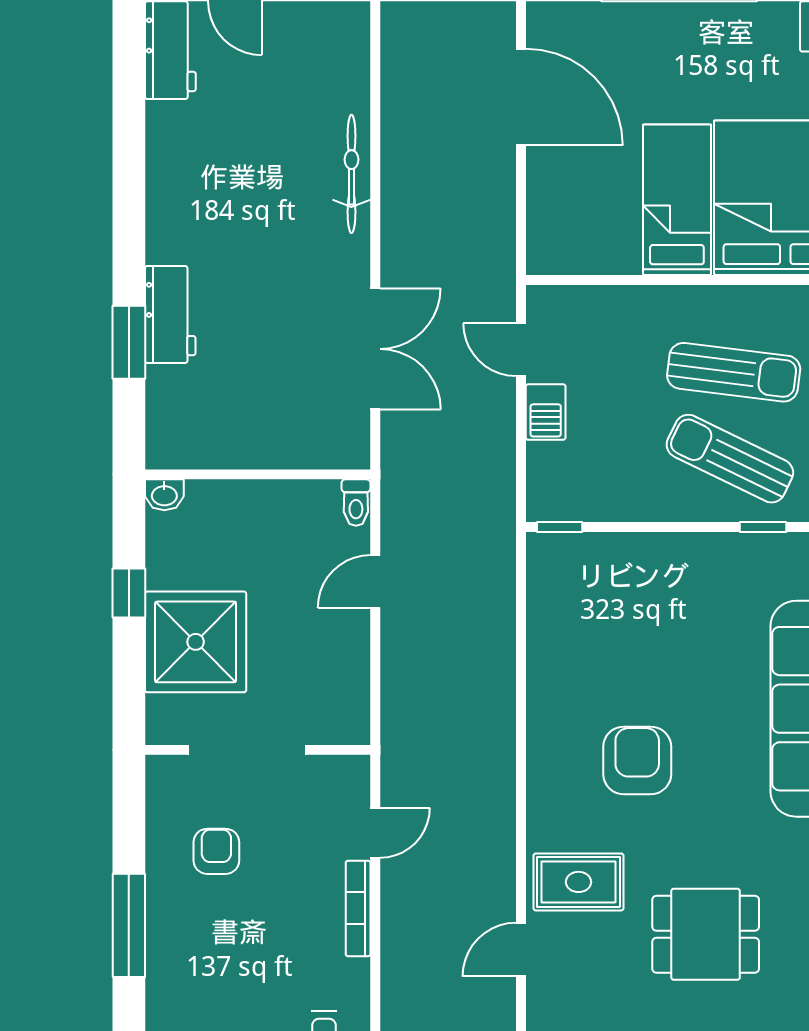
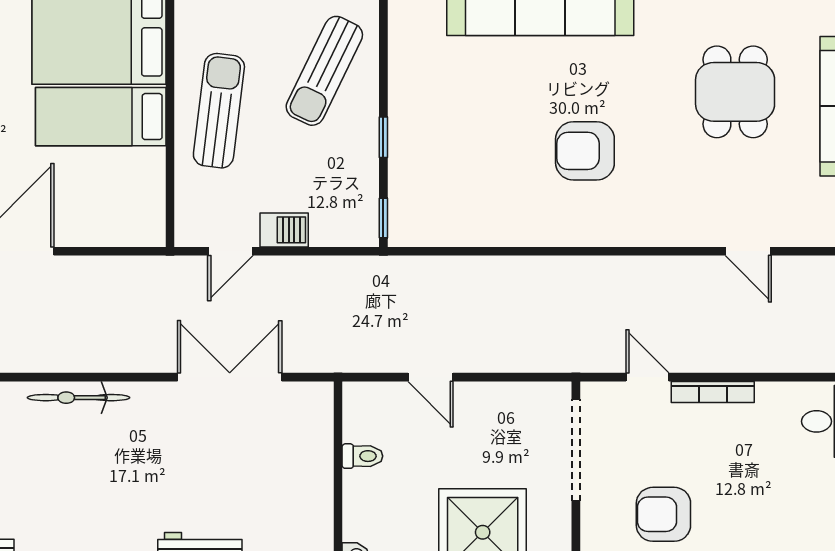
sun lounger: (734, 372) -> (219, 111), moved
toilet: (356, 503) -> (362, 456), moved
window: (763, 527) -> (383, 137), moved
doorway: (247, 750) -> (576, 450), moved
armchair: (216, 851) -> (663, 514), width x1.38, depth x1.38
rug: (579, 882) -> (690, 202), removed

